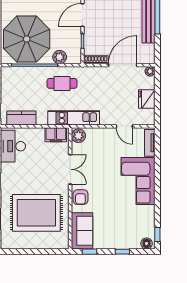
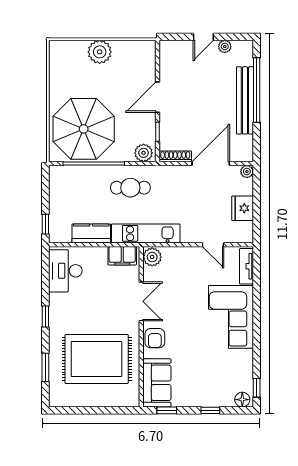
plant: (60, 57) -> (144, 153), moved
kitchen counter: (21, 118) -> (91, 233), moved

